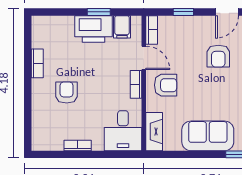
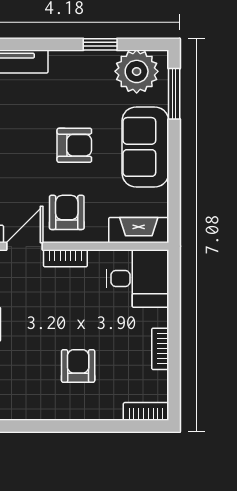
armchair: (218, 56) -> (74, 145), moved
bookcase: (37, 63) -> (146, 411), moved
armchair: (67, 92) -> (78, 366), turned 90

